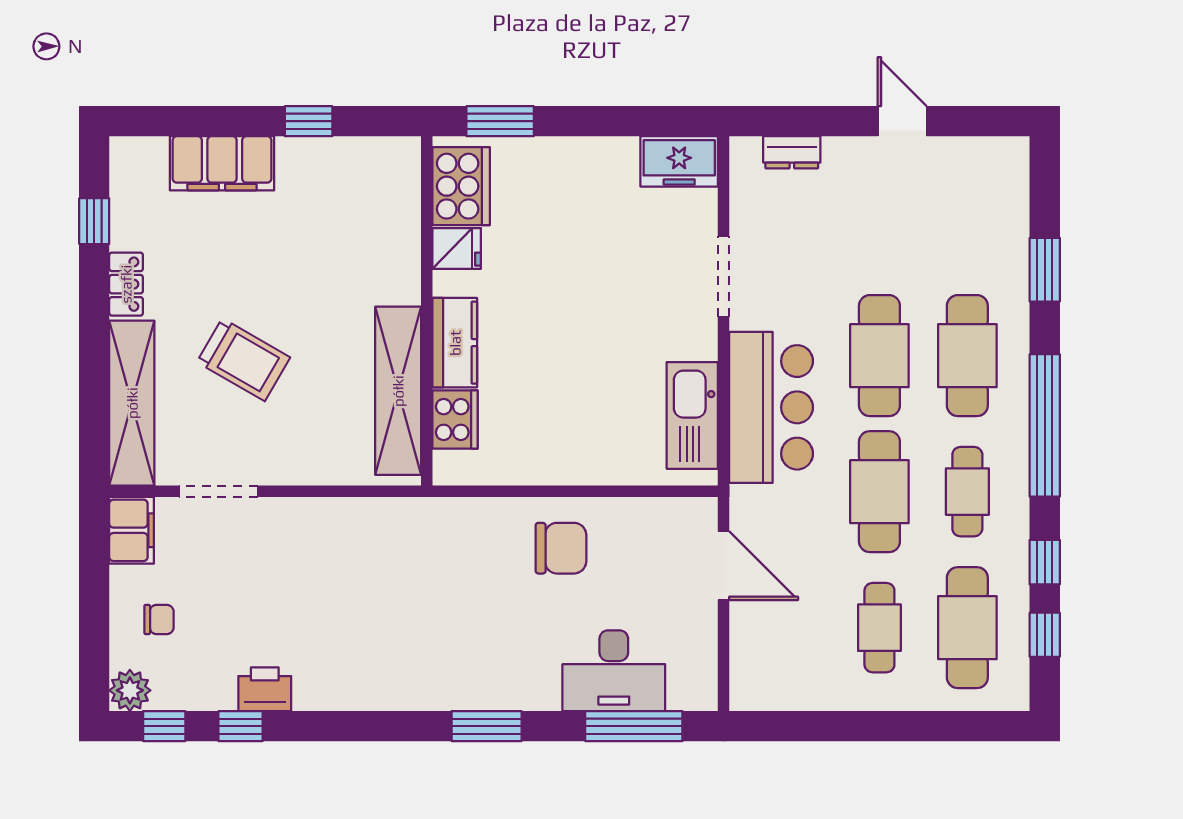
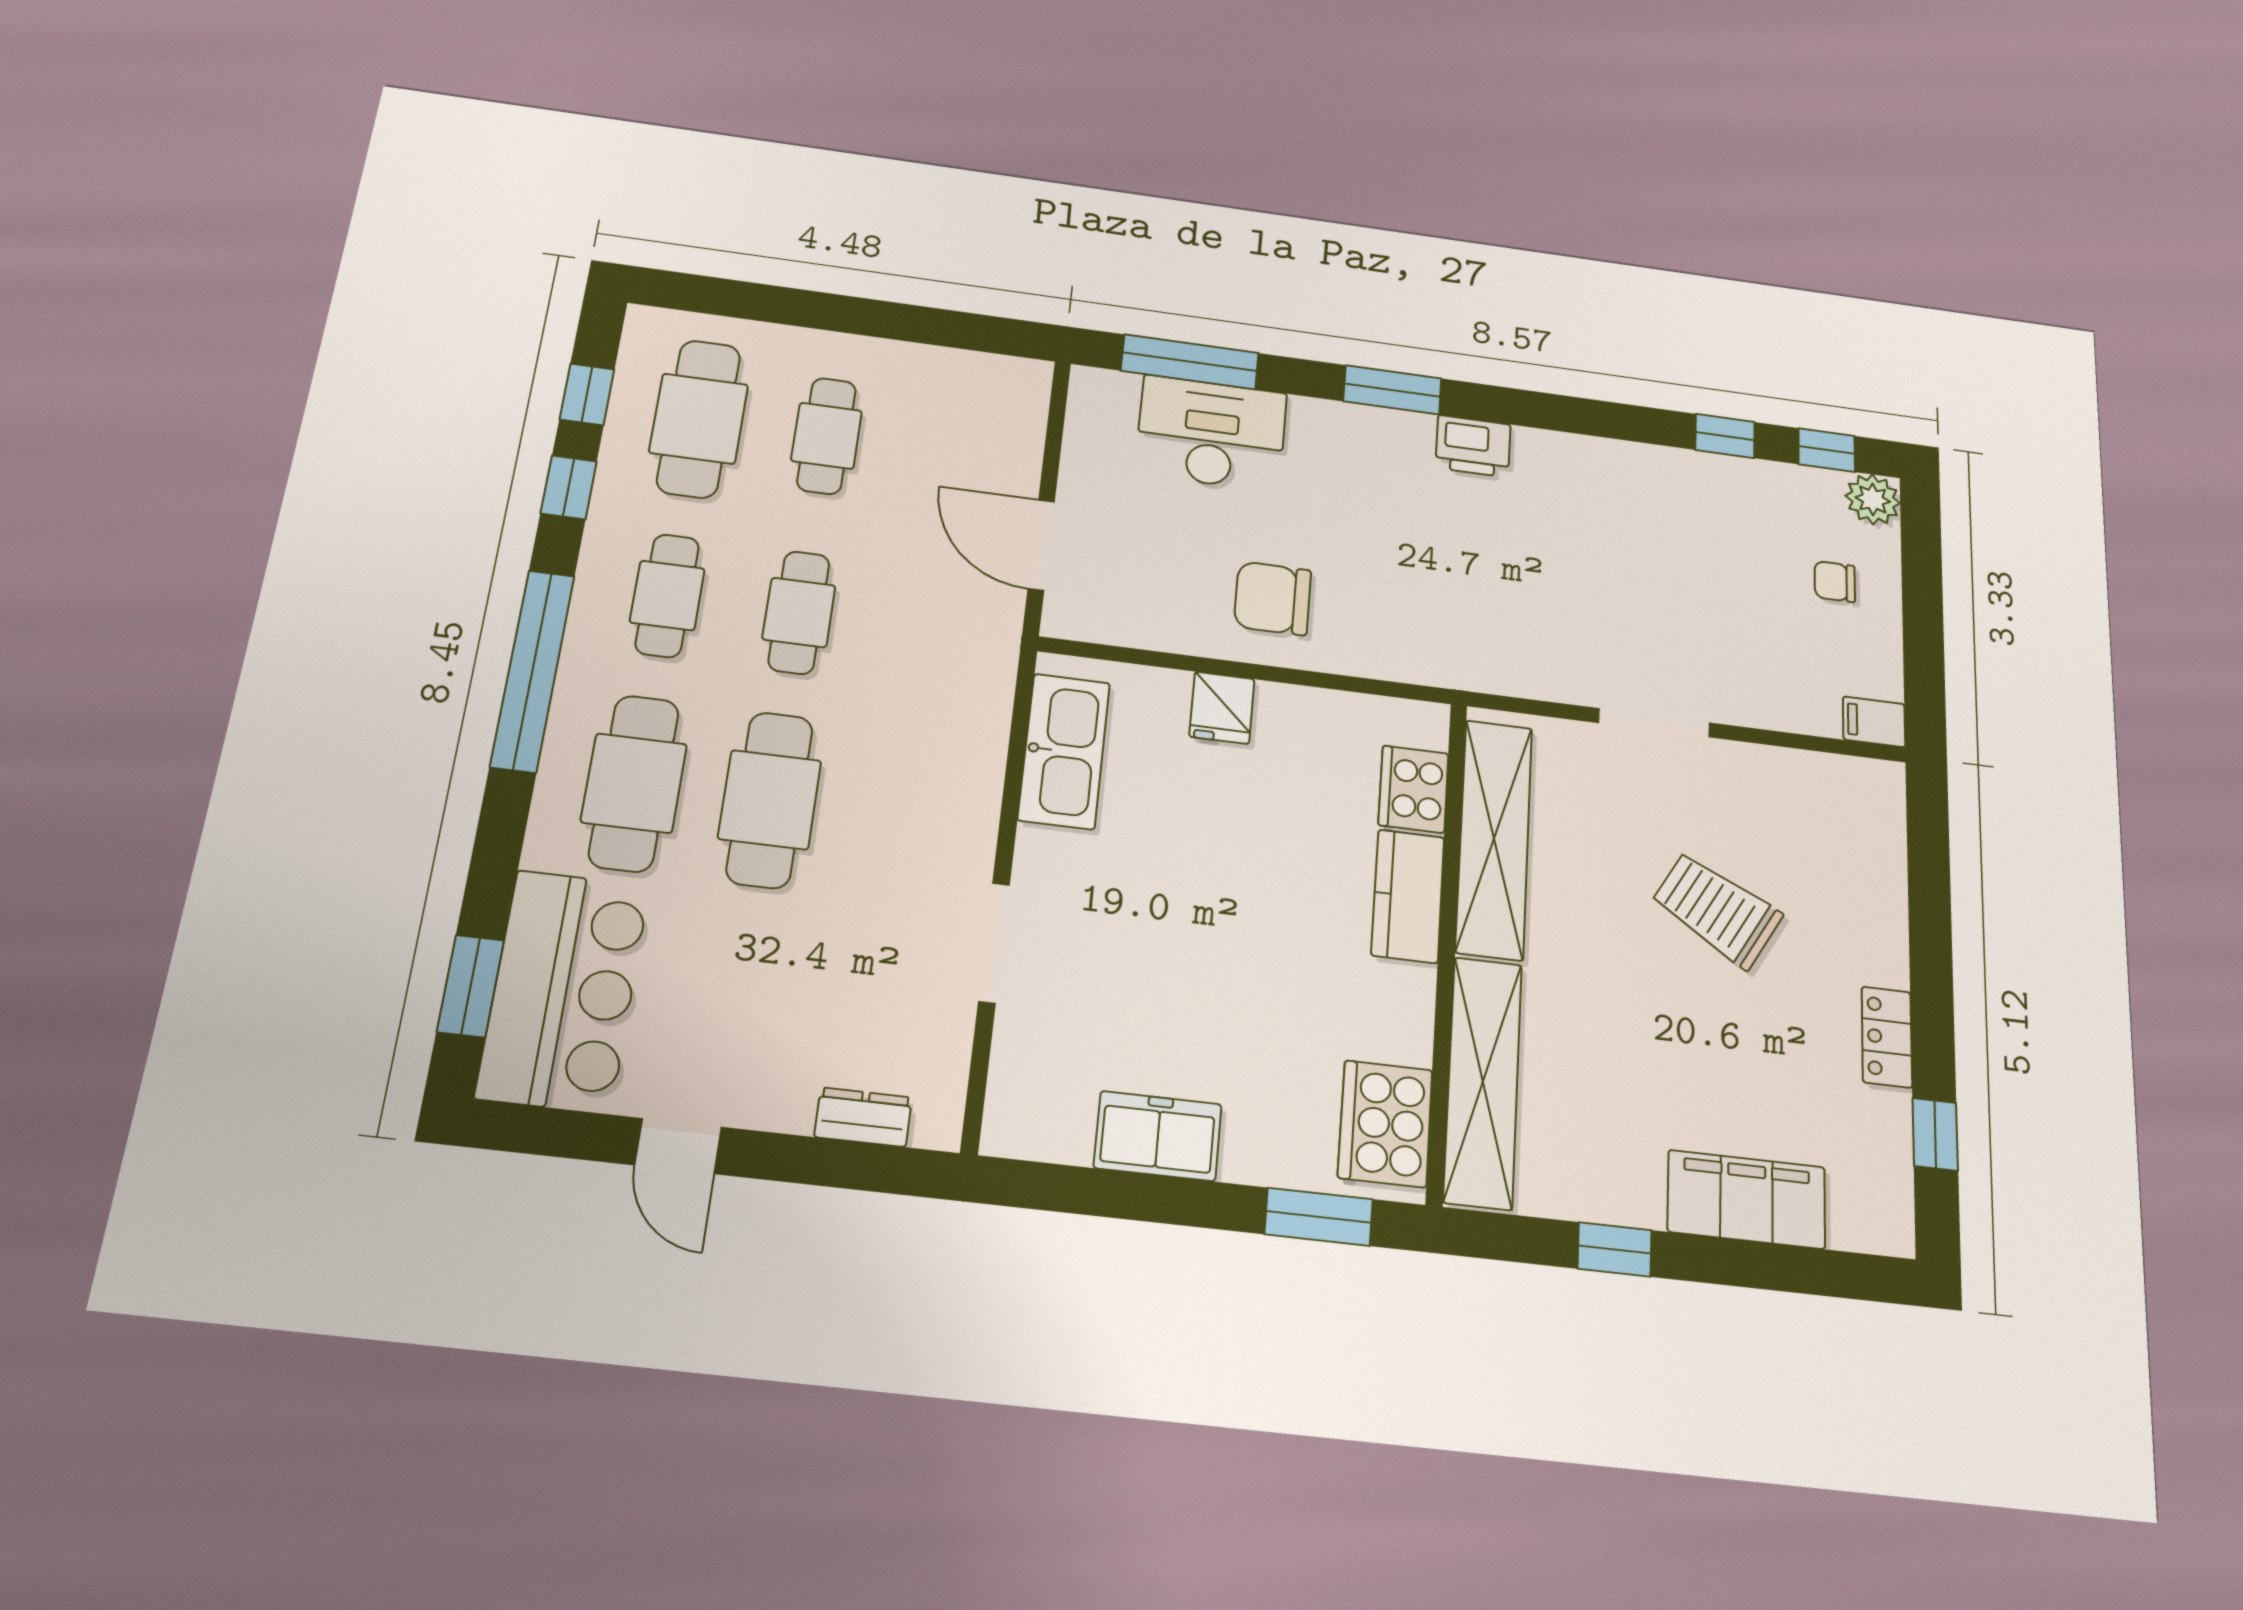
freezer: (679, 161) -> (1158, 1136), moved
fridge: (457, 248) -> (1222, 708), moved, turned -90
window: (1045, 270) -> (470, 986), moved
shelving: (132, 403) -> (1483, 1082), moved
bar counter: (771, 407) -> (563, 991), moved, turned 180
doorway: (218, 491) -> (1654, 723), moved
cafe table: (879, 492) -> (799, 612), width x0.73, depth x0.74
filing cabinet: (132, 530) -> (1874, 722), width x0.50
printer: (265, 689) -> (1473, 446), moved

